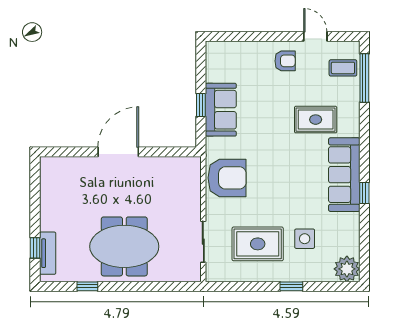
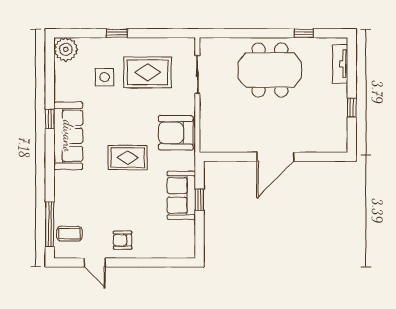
rug: (316, 120) -> (128, 158), moved
window: (35, 248) -> (352, 108), moved

